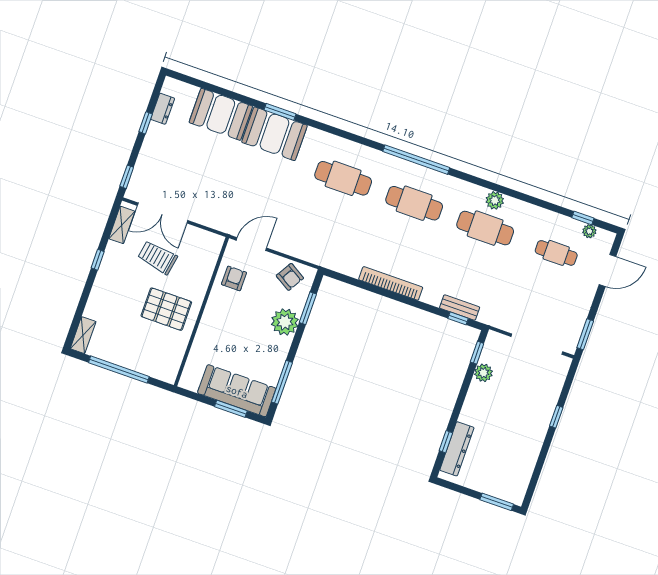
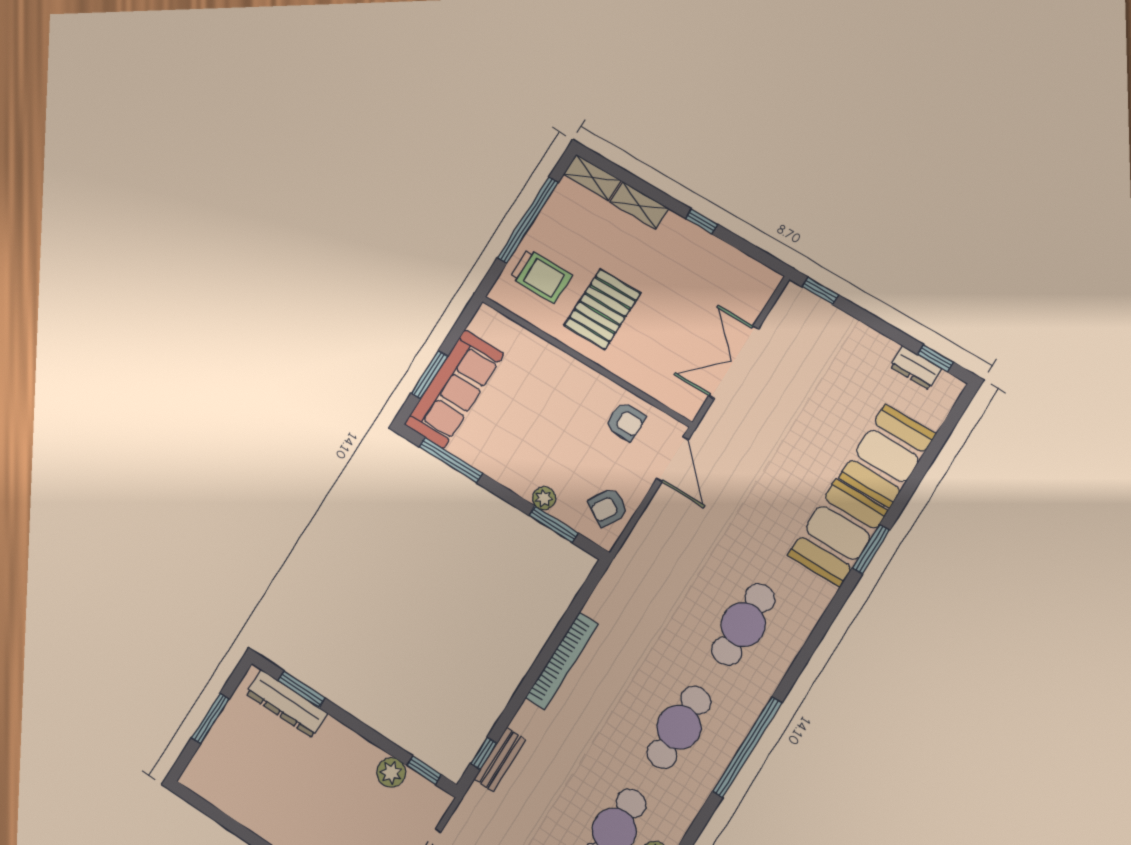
window: (146, 123) -> (935, 358), moved
double door: (163, 213) -> (734, 362), moved
shelving: (122, 225) -> (639, 205), moved
trolley: (158, 257) -> (541, 276), moved, turned 80
plant: (285, 322) -> (544, 498), width x0.53, depth x0.53
window: (446, 442) -> (301, 689), width x1.50
window: (497, 502) -> (210, 719), moved

